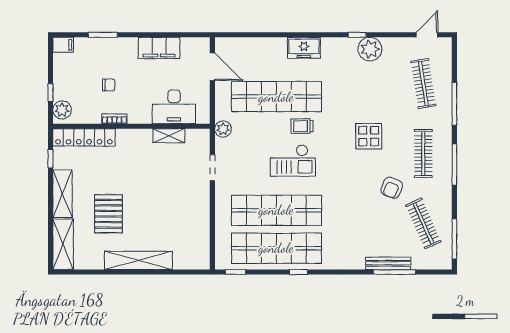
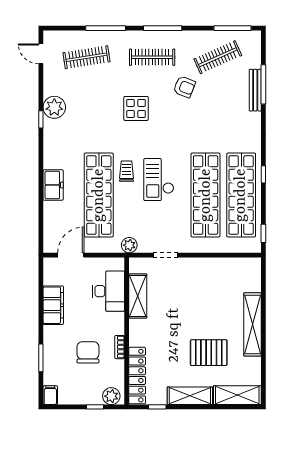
freezer: (304, 48) -> (53, 185), moved
chair: (109, 85) -> (88, 352), width x1.87, depth x1.87
trolley: (302, 126) -> (127, 171), turned 180
shelving: (169, 136) -> (138, 296), width x1.50, depth x1.33
checkout: (293, 160) -> (159, 180), turned 180

